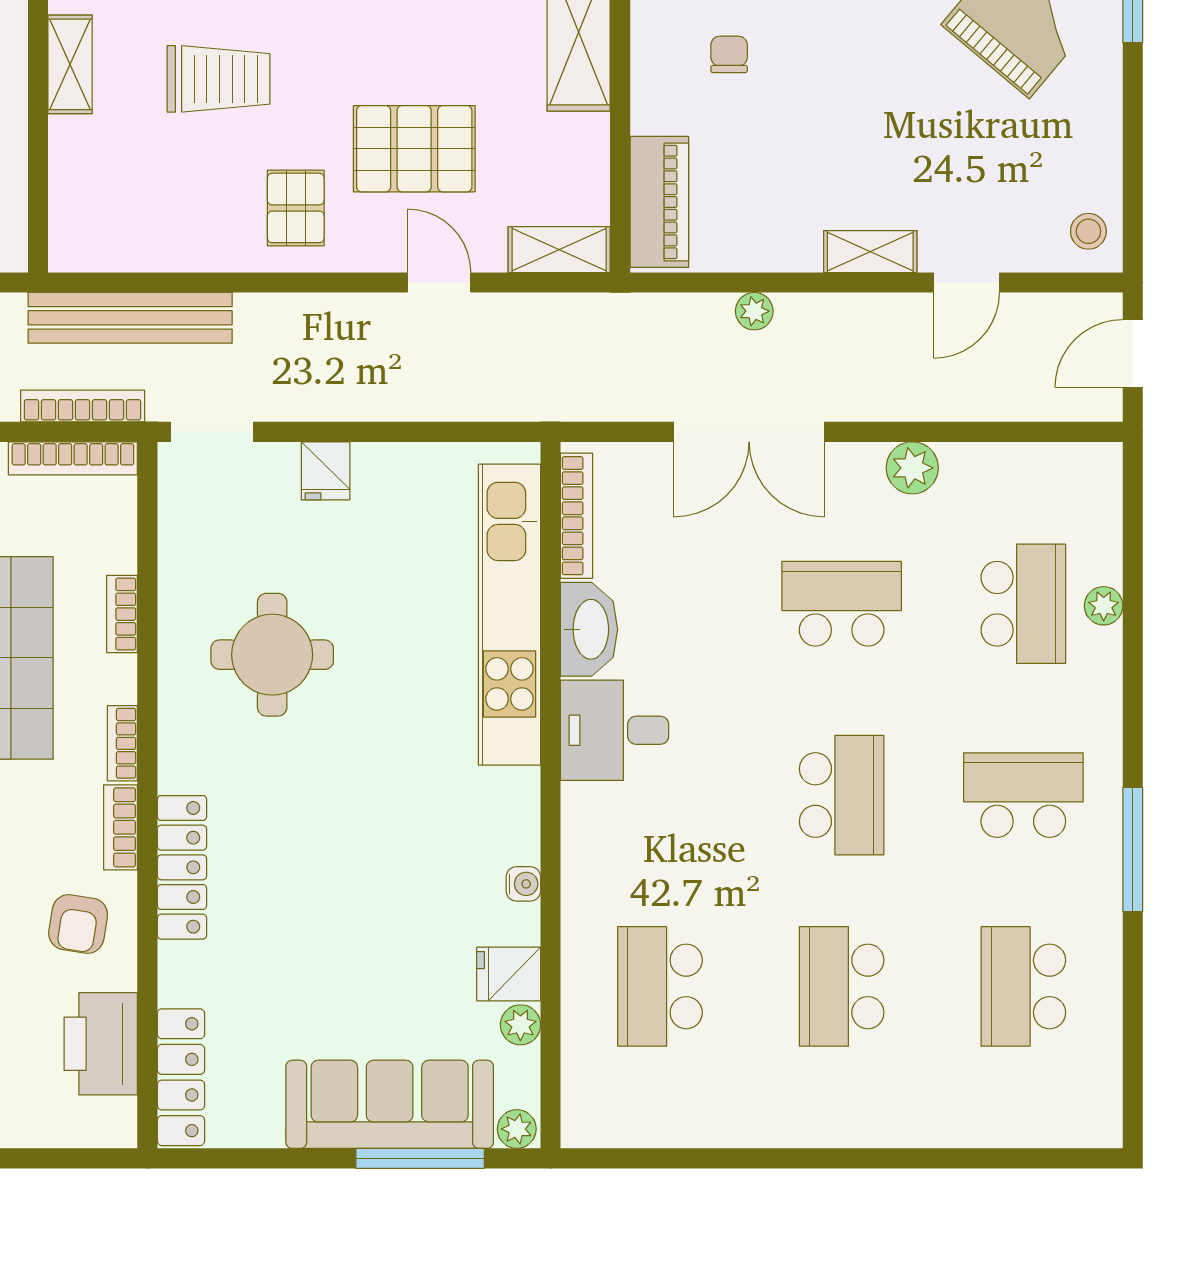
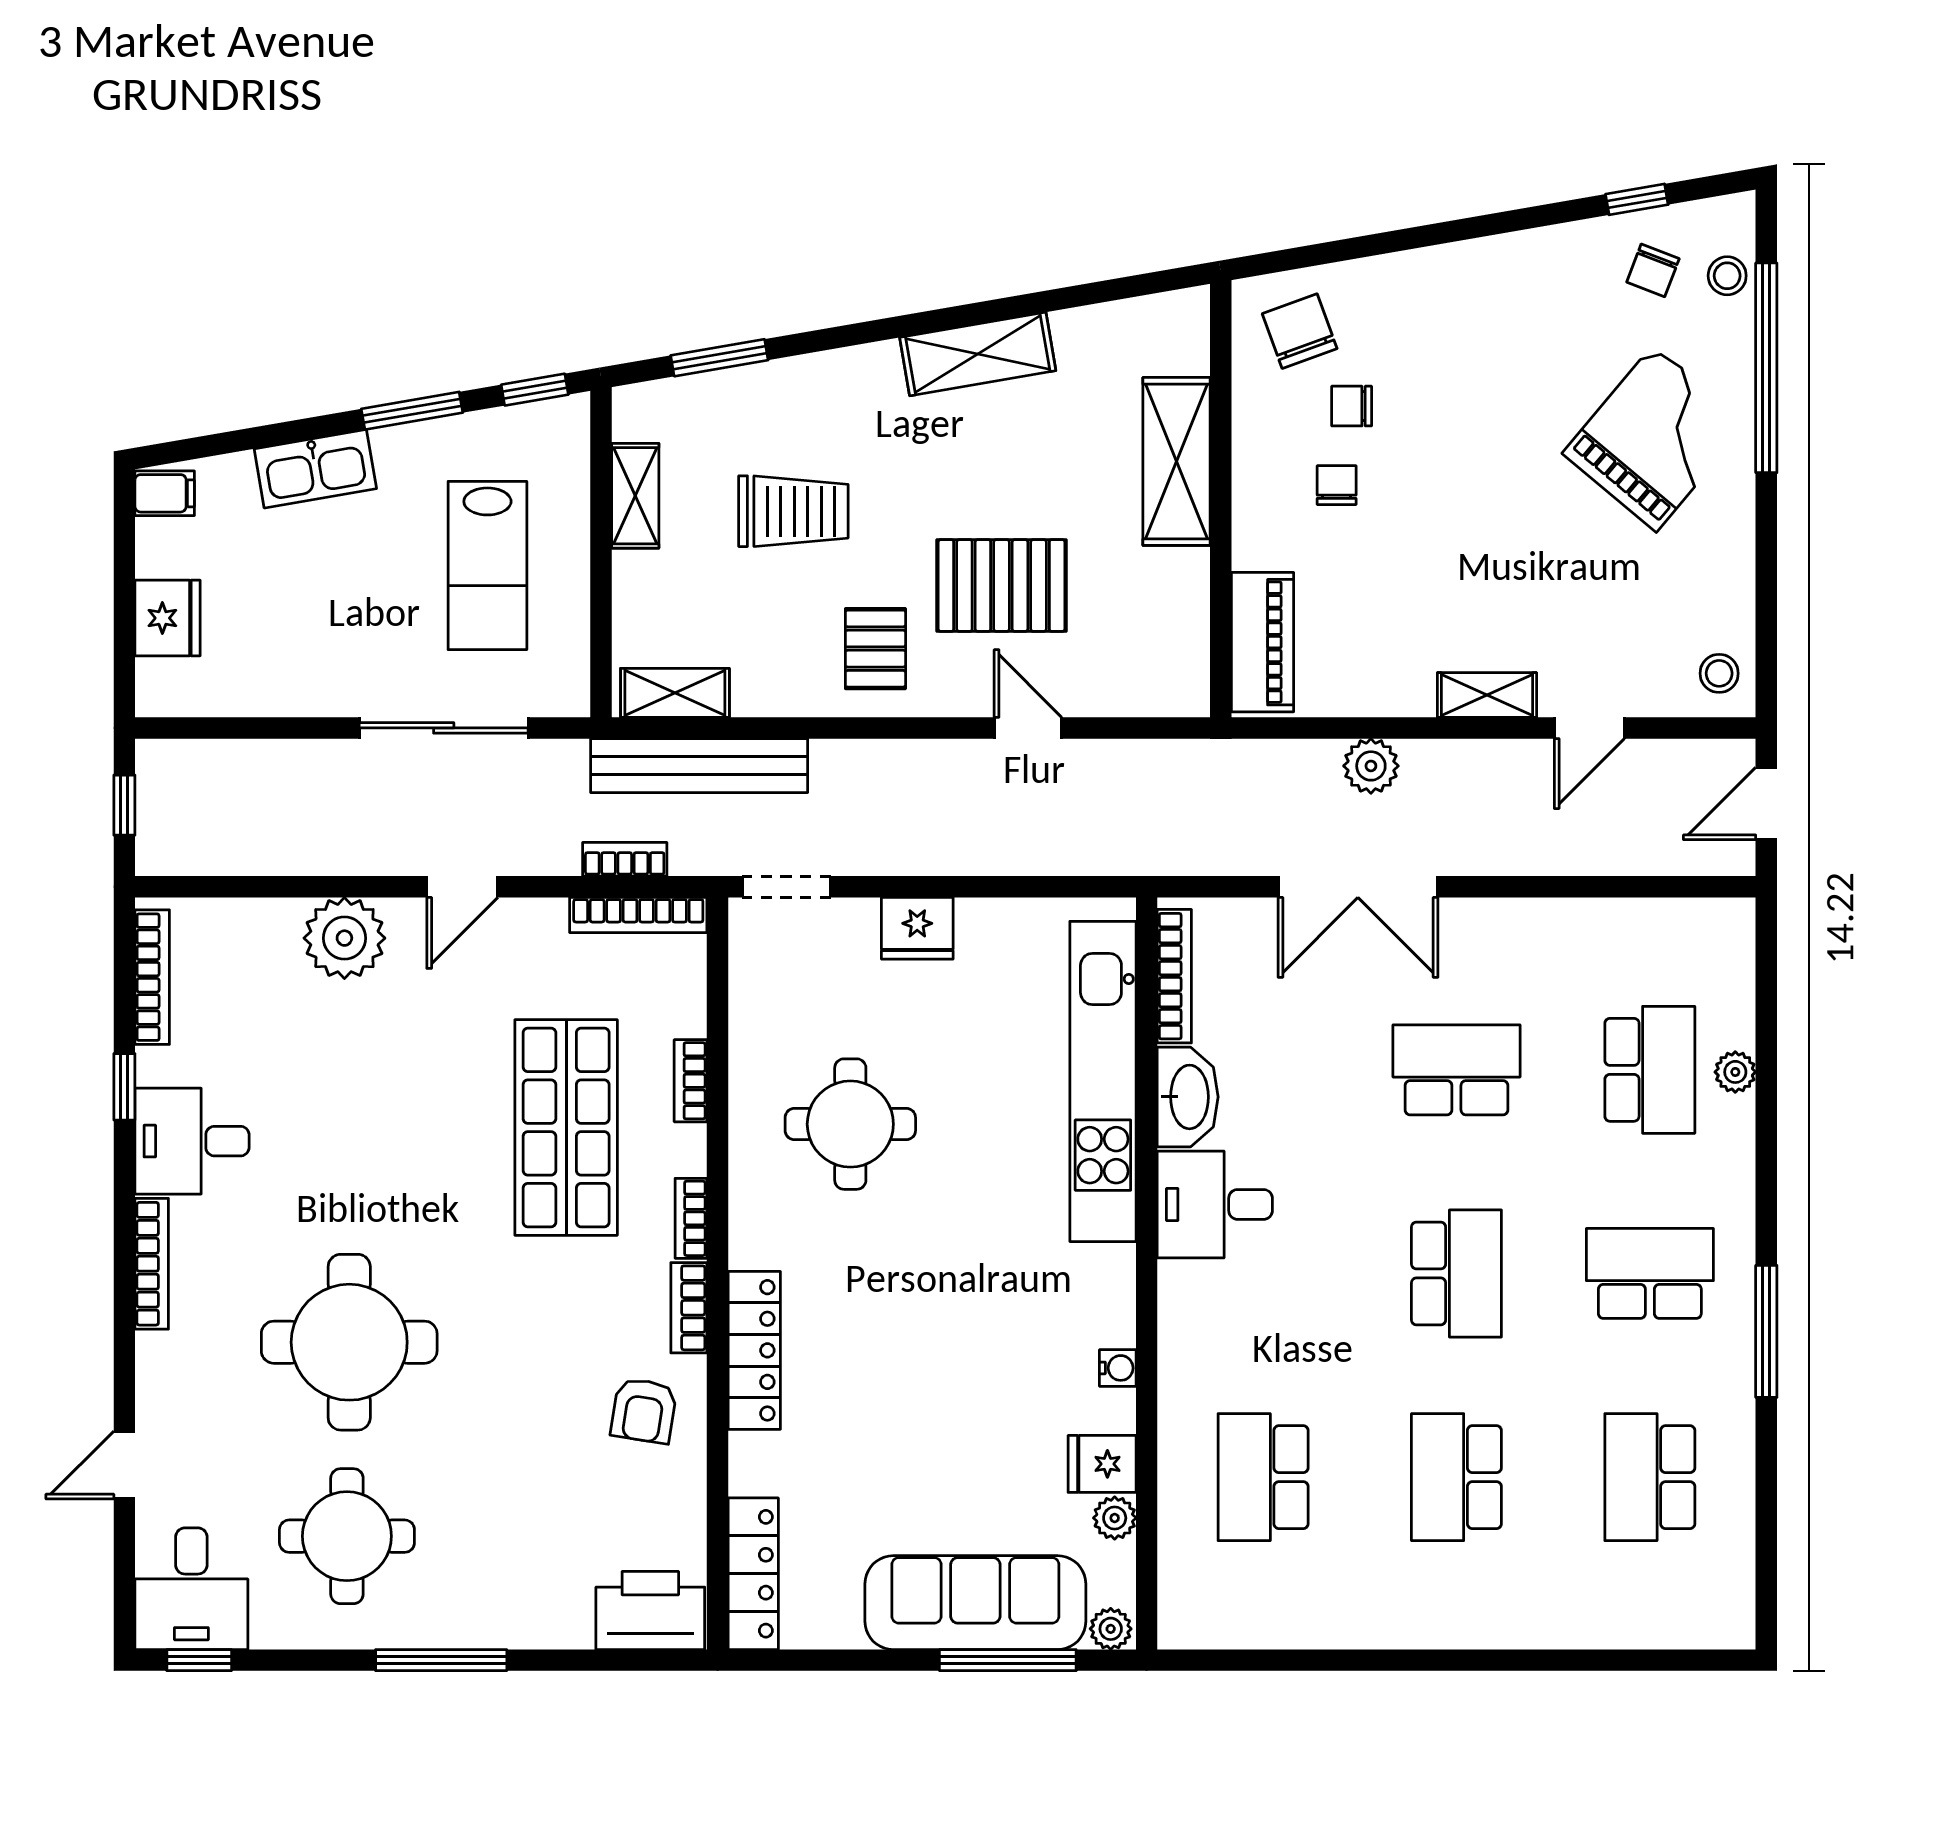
shelving: (559, 250) -> (675, 693), moved
plant: (754, 311) -> (1371, 766), width x1.38, depth x1.38
bookcase: (83, 406) -> (625, 859), width x0.64
plant: (912, 468) -> (1532, 925), removed
fridge: (326, 471) -> (917, 928), width x1.38
printer: (101, 1044) -> (650, 1610), moved, turned 90

